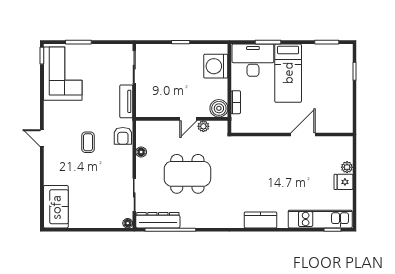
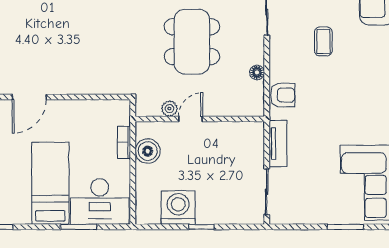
washing machine: (216, 66) -> (178, 208), moved, turned -90
boiler: (219, 108) -> (148, 151), moved
armchair: (123, 136) -> (283, 95), turned 90
coffee table: (88, 142) -> (323, 41), moved
dining table: (187, 174) -> (192, 42), turned 90

